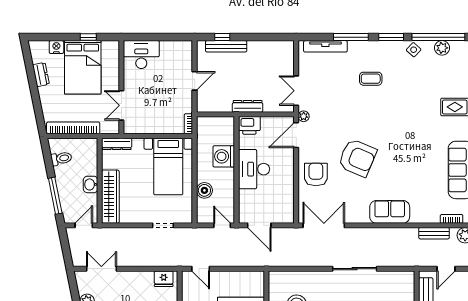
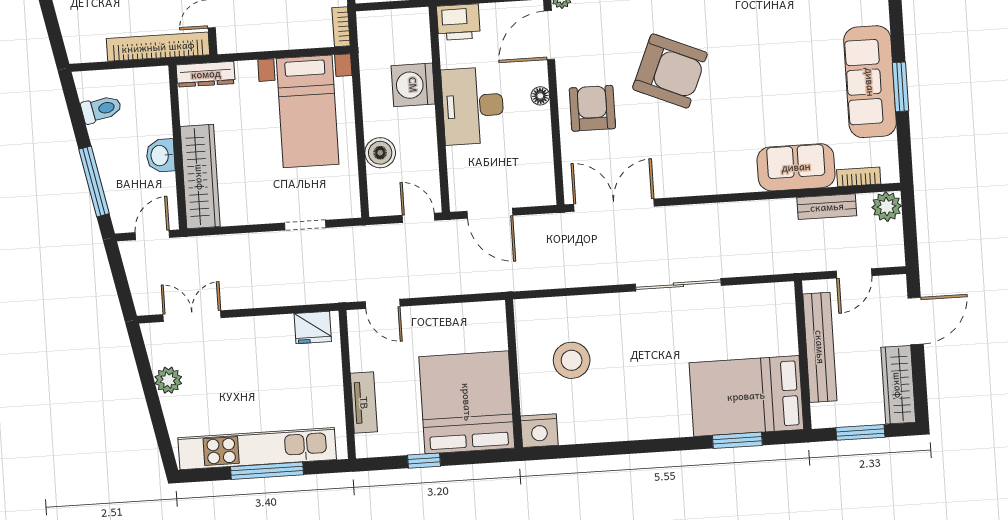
bookcase: (73, 128) -> (158, 47), moved
floor lamp: (289, 166) -> (540, 96), added
sofa: (390, 212) -> (796, 167), moved

